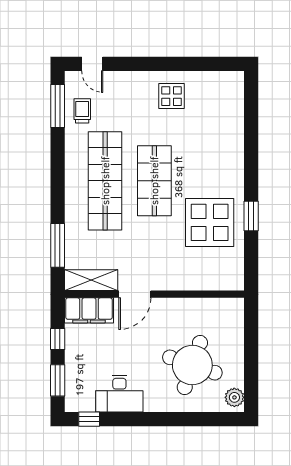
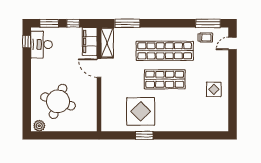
desk: (119, 394) -> (41, 44), moved

